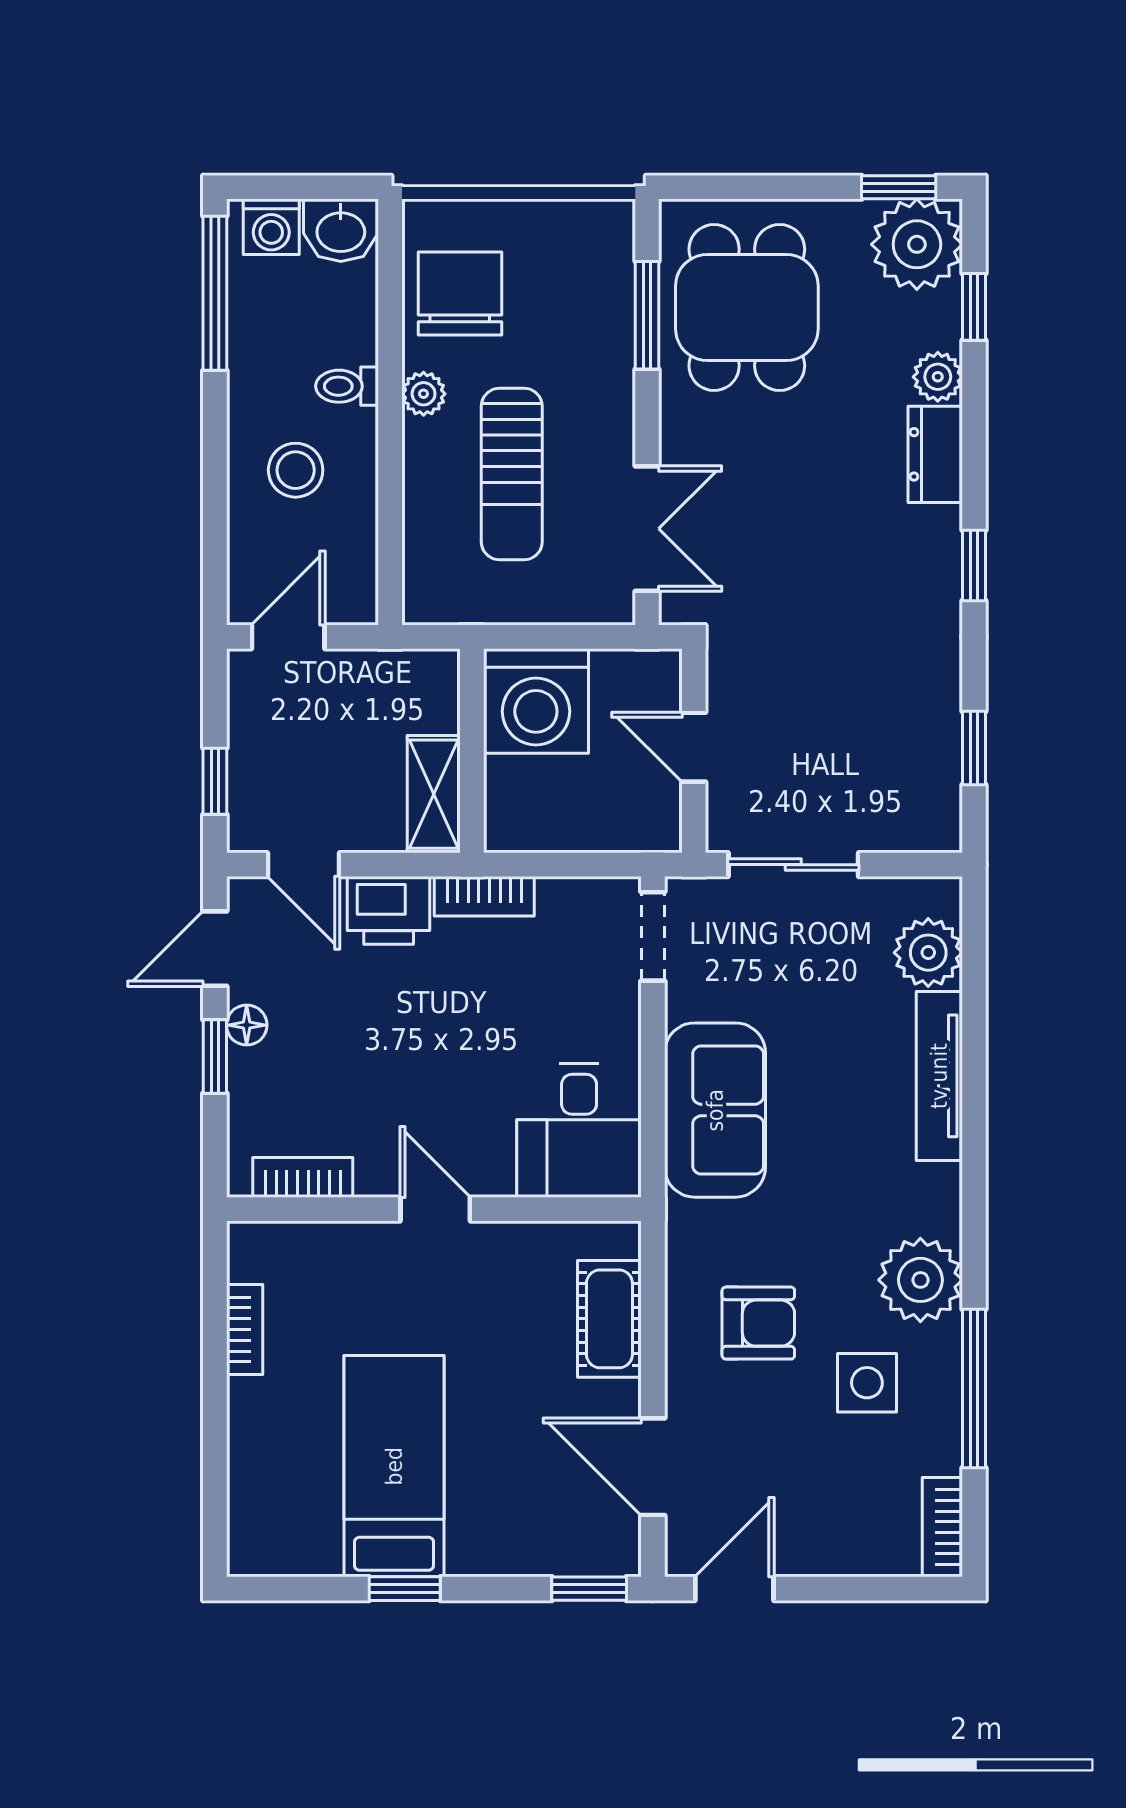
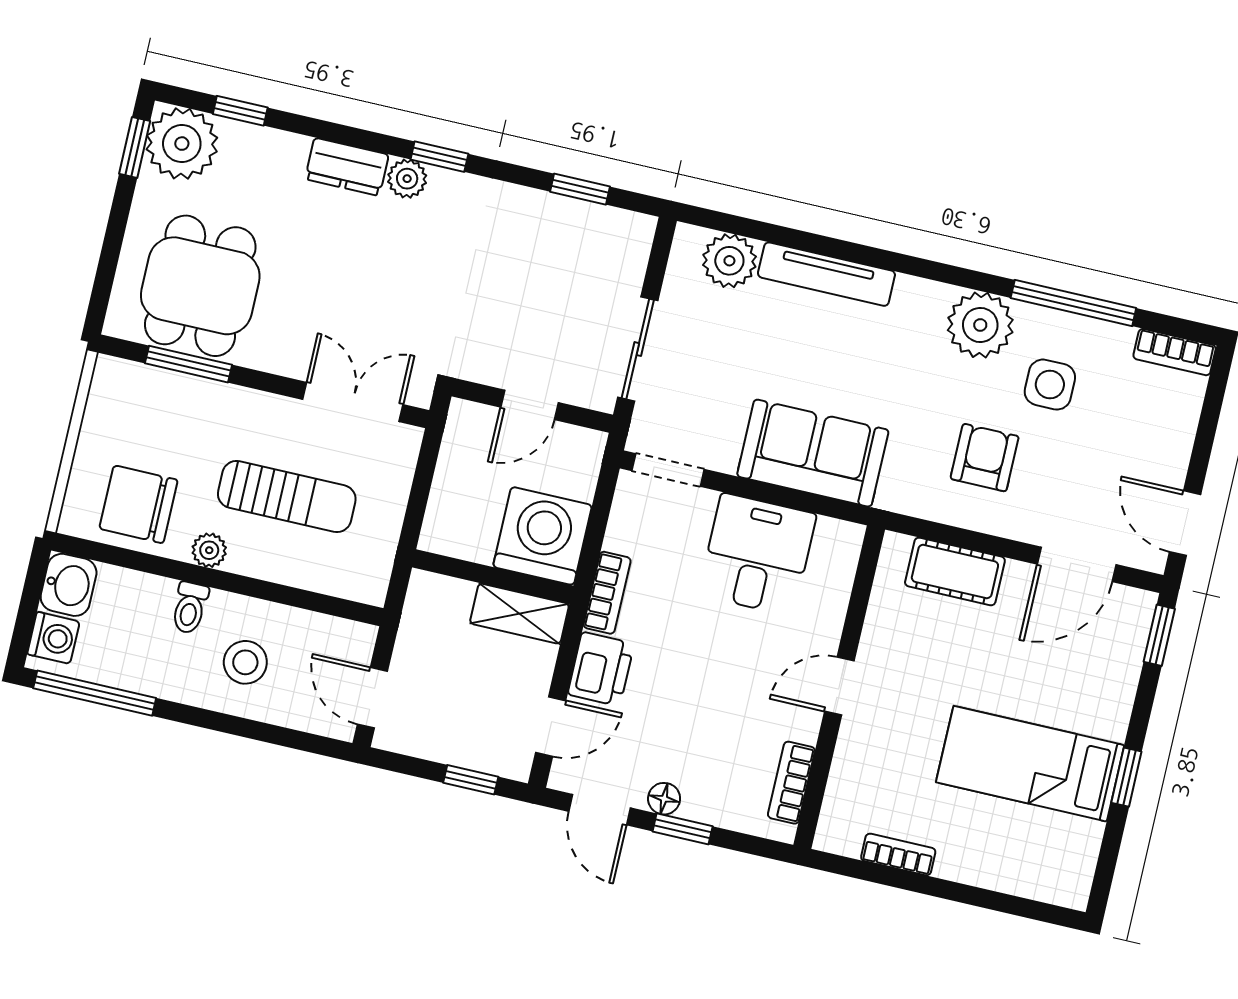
dining table: (747, 307) -> (200, 286), turned 90
plant: (938, 377) -> (407, 179), moved
washing machine: (536, 701) -> (543, 536), moved, turned -90
desk: (579, 1130) -> (757, 555), moved, turned -90

